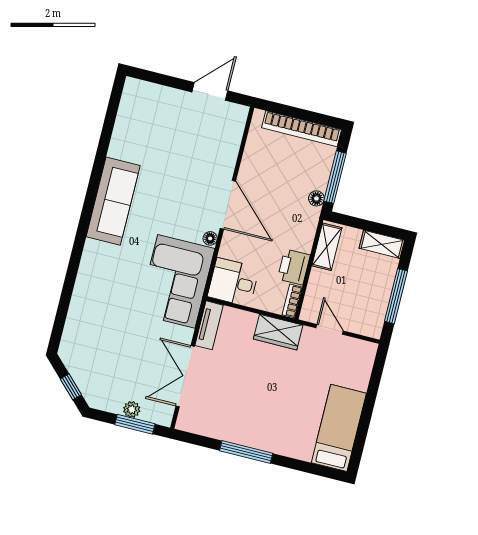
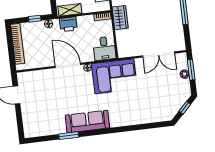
window: (100, 158) -> (69, 136), added
window: (335, 177) -> (35, 19), width x0.46
door: (228, 205) -> (68, 65), hinge flipped
printer: (294, 267) -> (68, 24), moved
tv unit: (209, 325) -> (130, 52), removed

